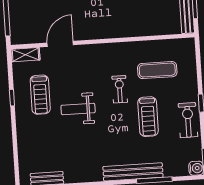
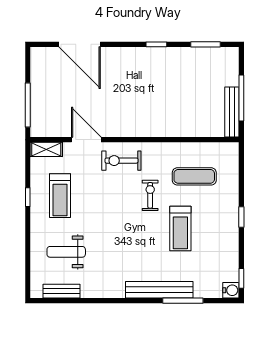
door: (60, 44) -> (86, 140), hinge flipped
weight bench: (78, 109) -> (66, 252), moved
exercise bike: (188, 120) -> (121, 161), moved, turned -90

